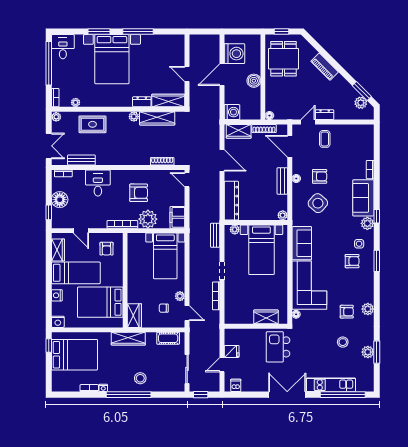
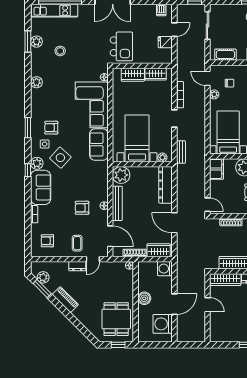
piano: (325, 67) -> (65, 300), moved
bench: (282, 181) -> (117, 203), width x1.36
side table: (318, 203) -> (60, 158), moved
plant: (283, 215) -> (121, 175), width x1.87, depth x1.87
armchair: (347, 312) -> (47, 241), moved
wardrobe: (242, 318) -> (156, 74), added
kitchen unit: (331, 385) -> (54, 11), moved

